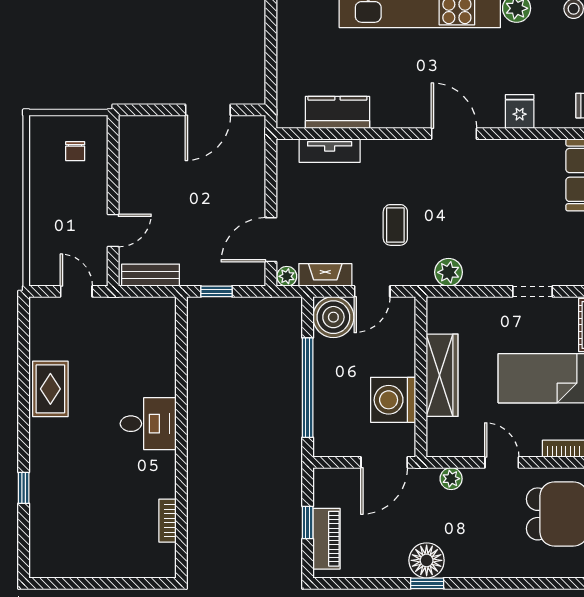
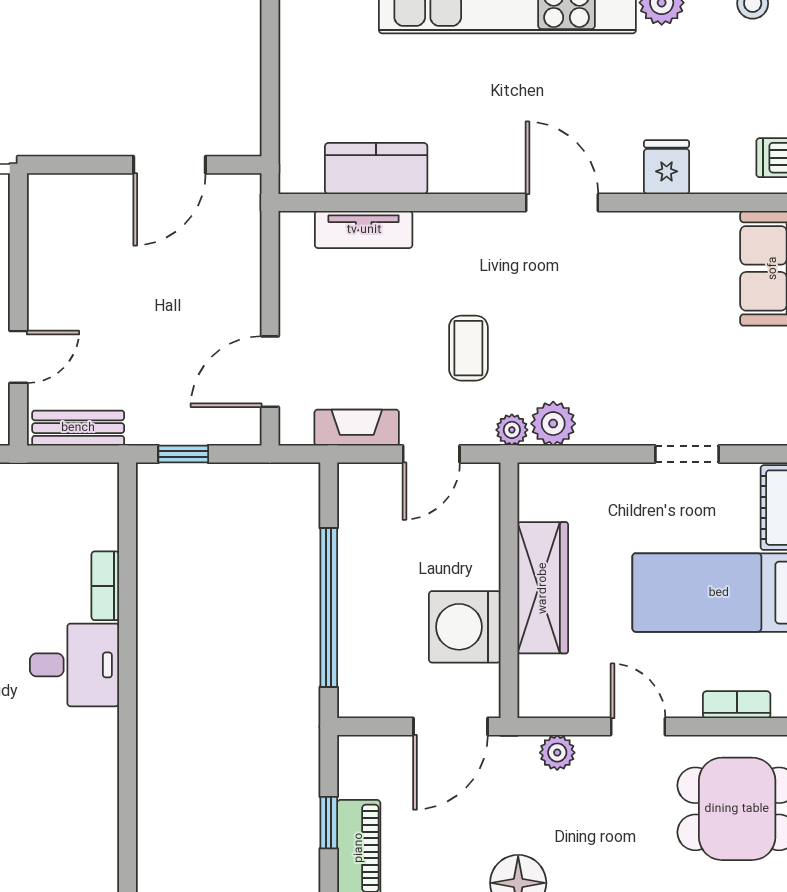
plant: (287, 276) -> (512, 430), moved
boiler: (333, 317) -> (370, 495), removed
bookcase: (168, 521) -> (105, 586), moved

